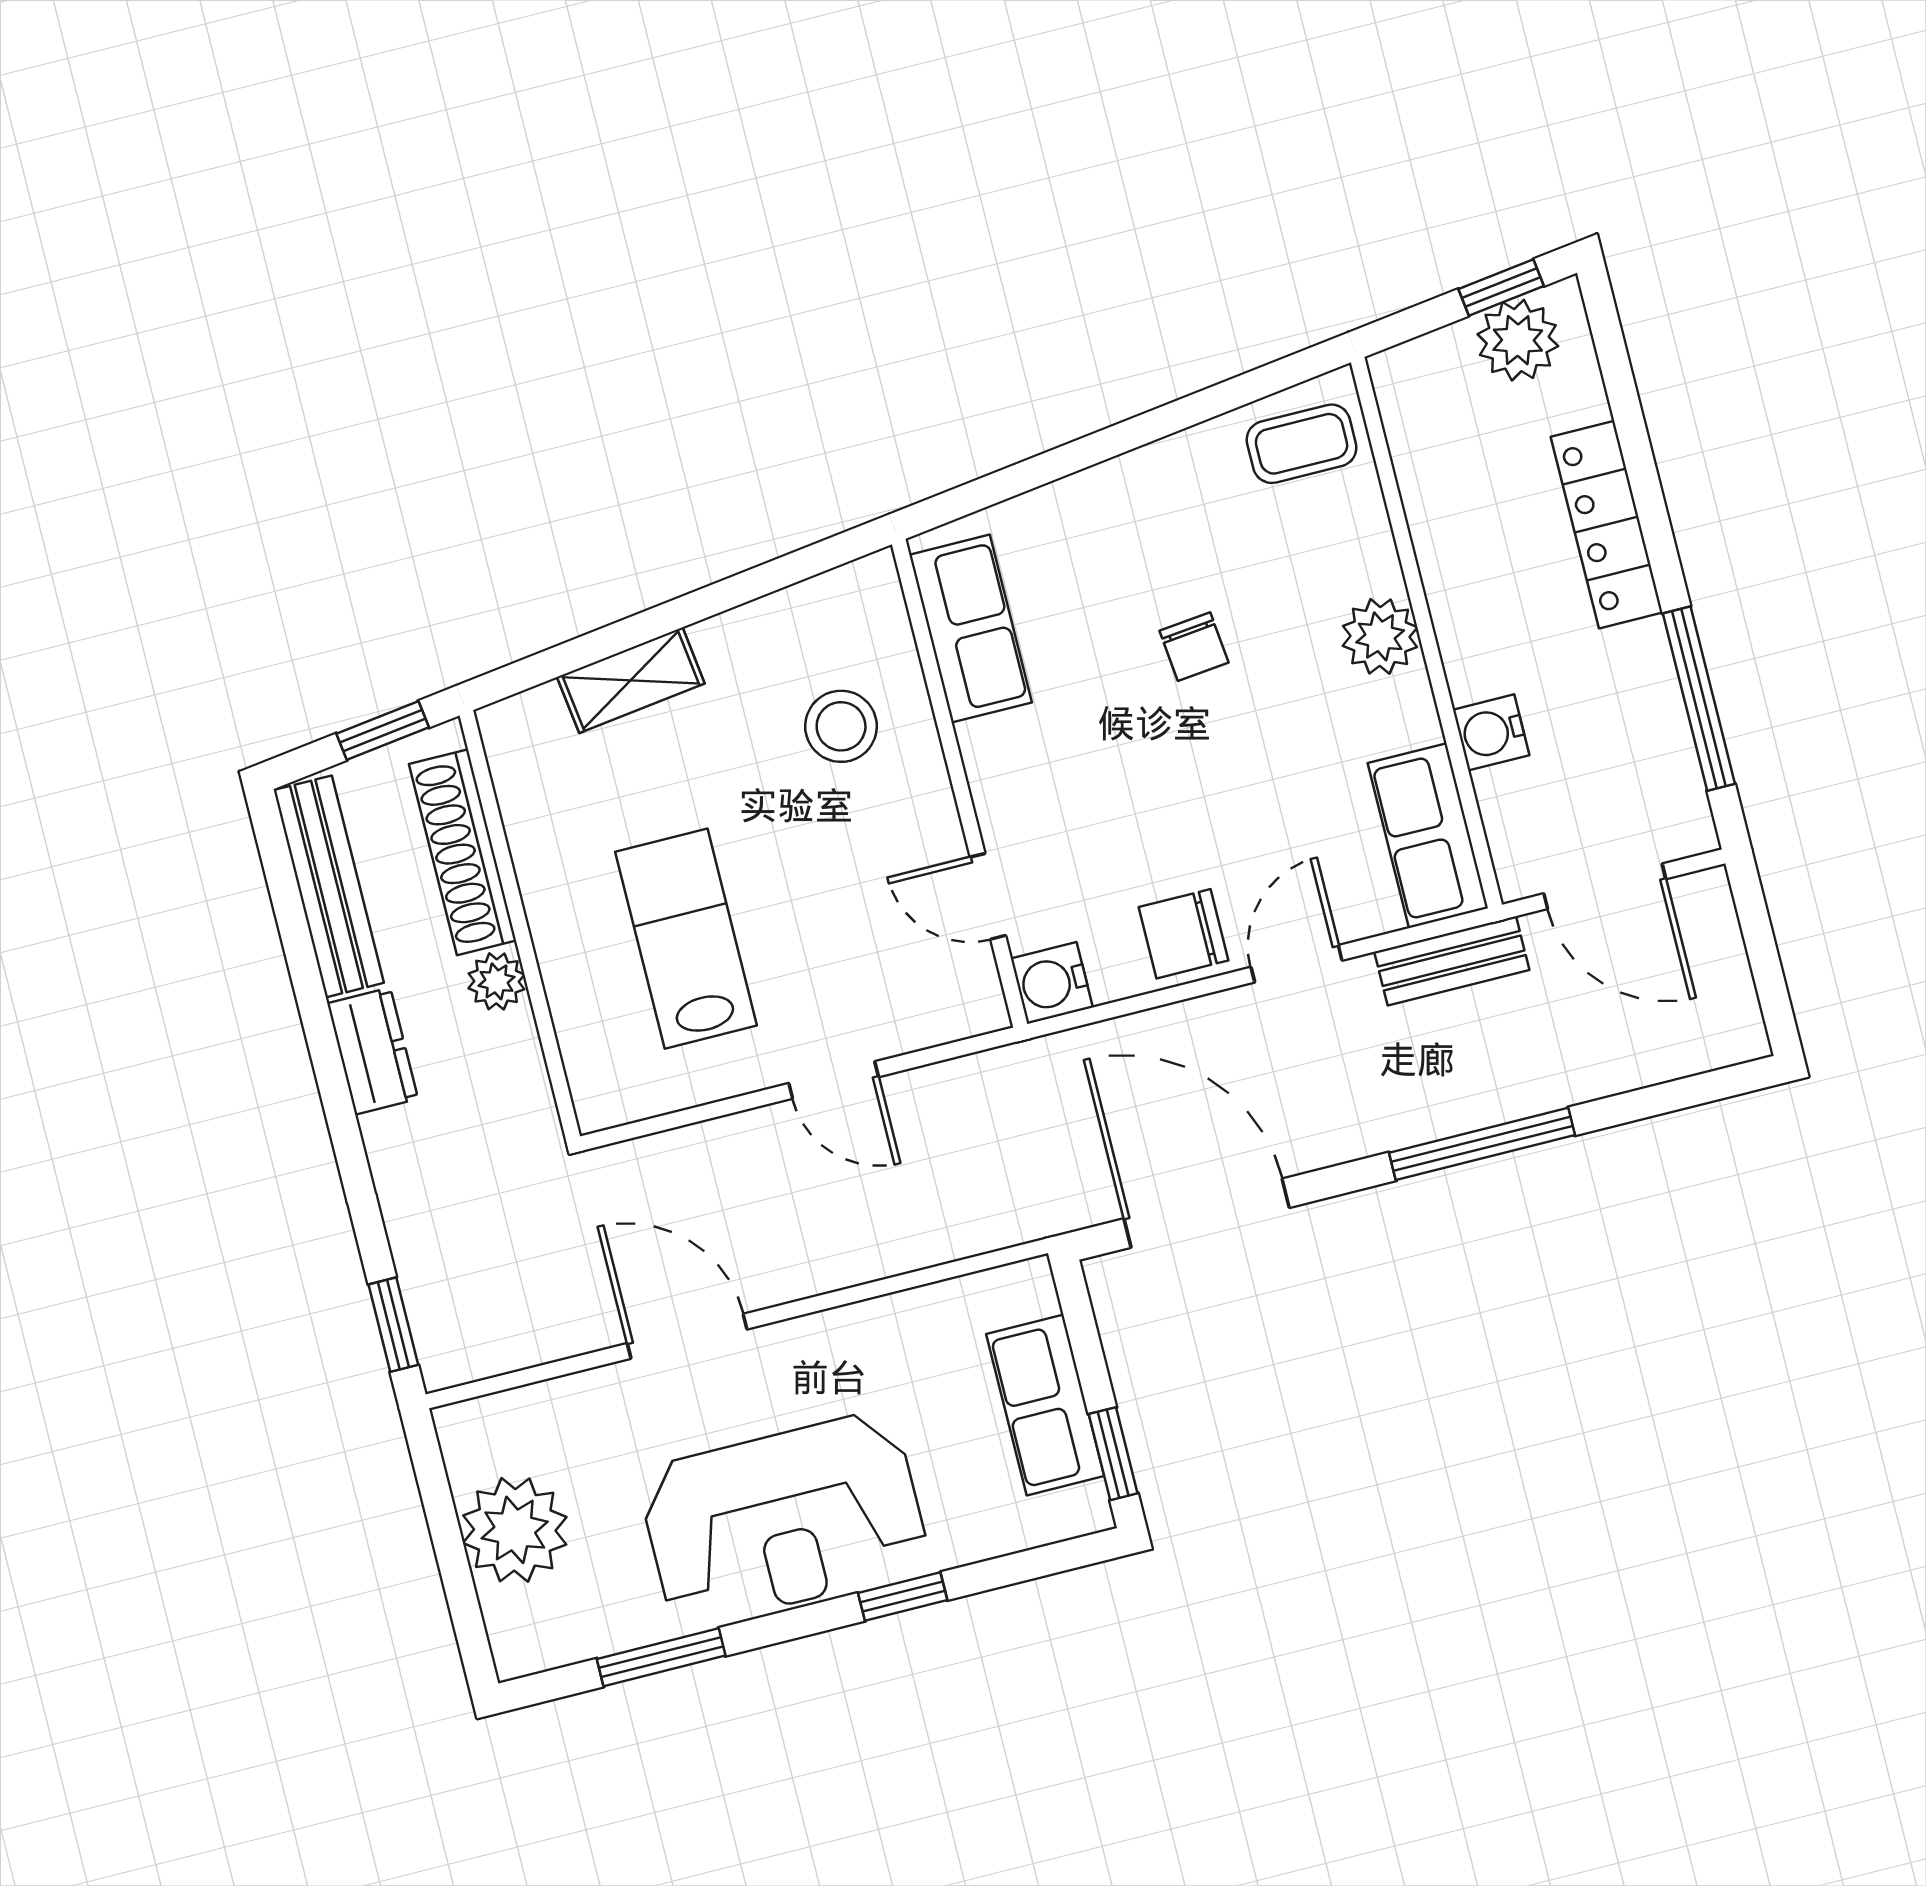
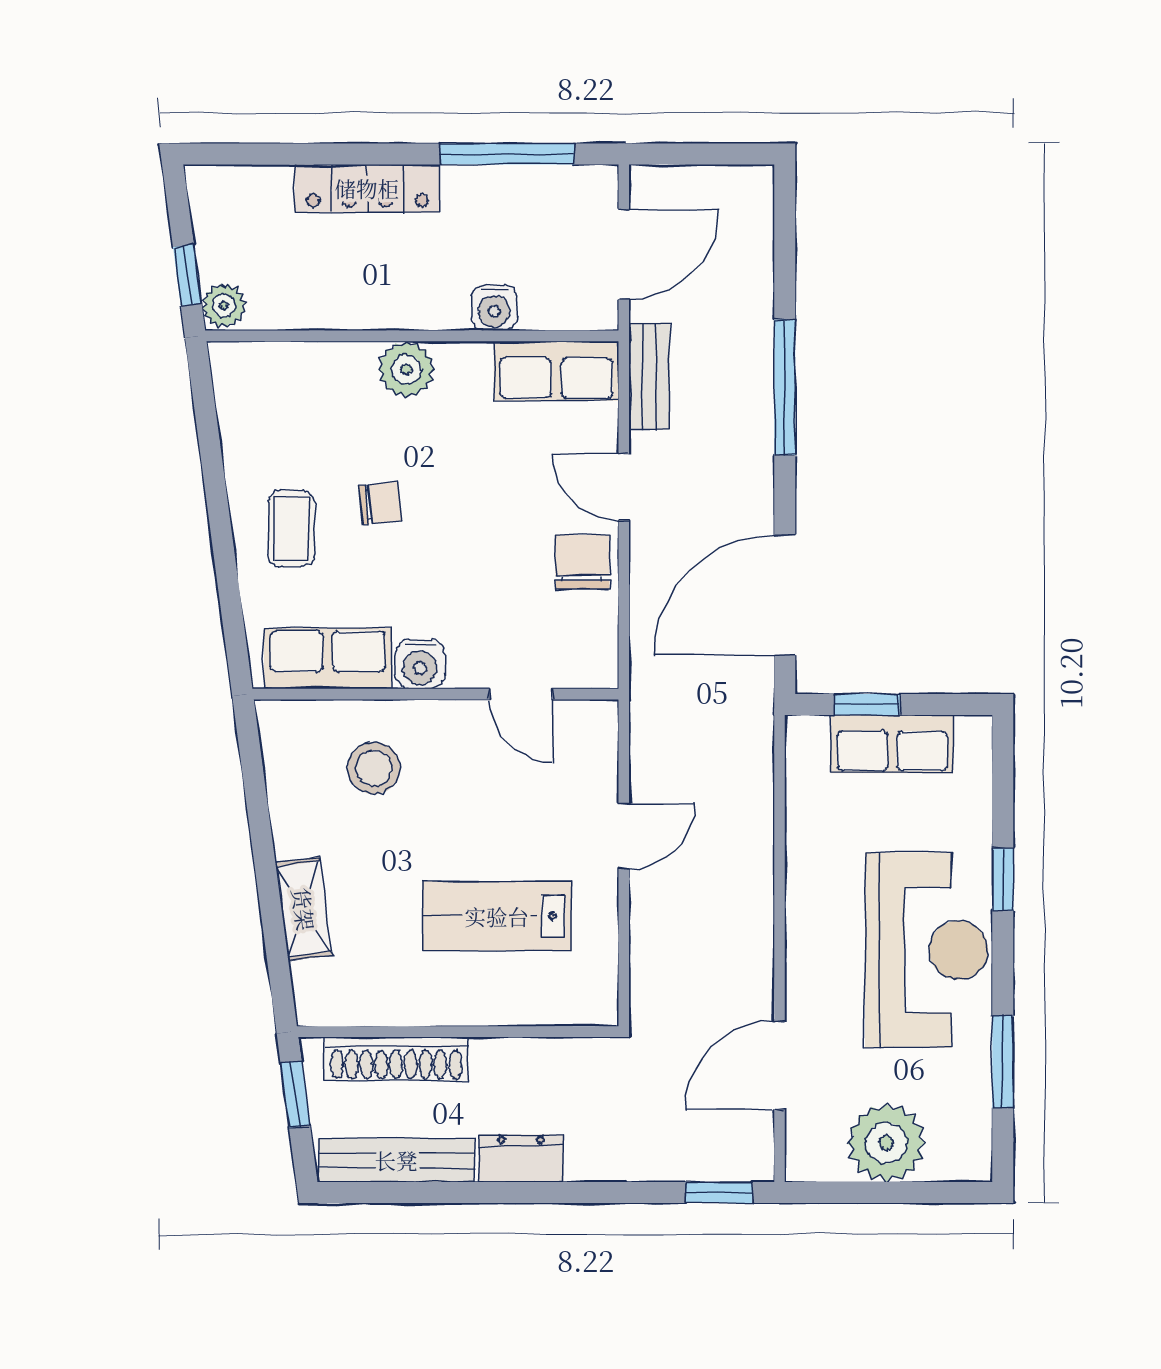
window: (1501, 287) -> (187, 275), moved
plant: (1518, 340) -> (224, 306), moved, width x0.73, depth x0.73
coffee table: (1302, 444) -> (292, 528), moved
door: (988, 896) -> (521, 694), hinge flipped
chair: (1183, 934) -> (582, 562), turned 180
plant: (497, 981) -> (494, 1058), removed
water cooler: (1052, 983) -> (420, 664), moved
door: (687, 1336) -> (780, 1065), moved
window: (1113, 1454) -> (867, 704), moved

